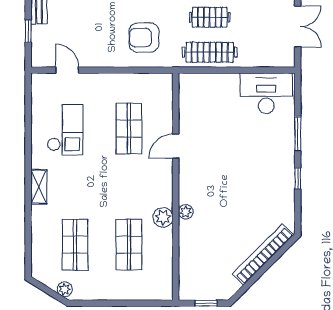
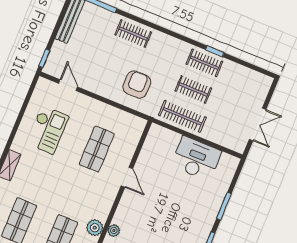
window: (28, 31) -> (44, 58), moved
armchair: (144, 38) -> (137, 84), turned 90
desk: (266, 93) -> (196, 159), moved
door: (176, 146) -> (127, 177), swing flipped

